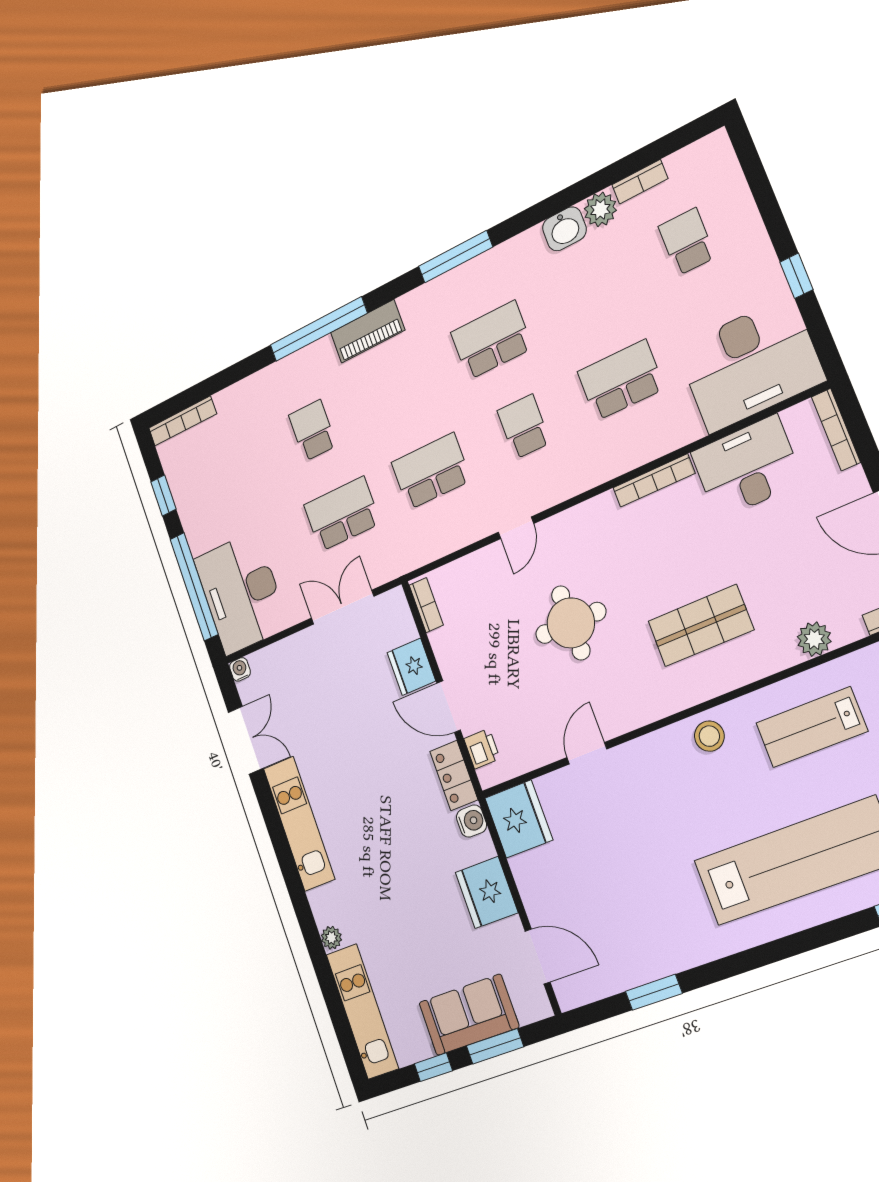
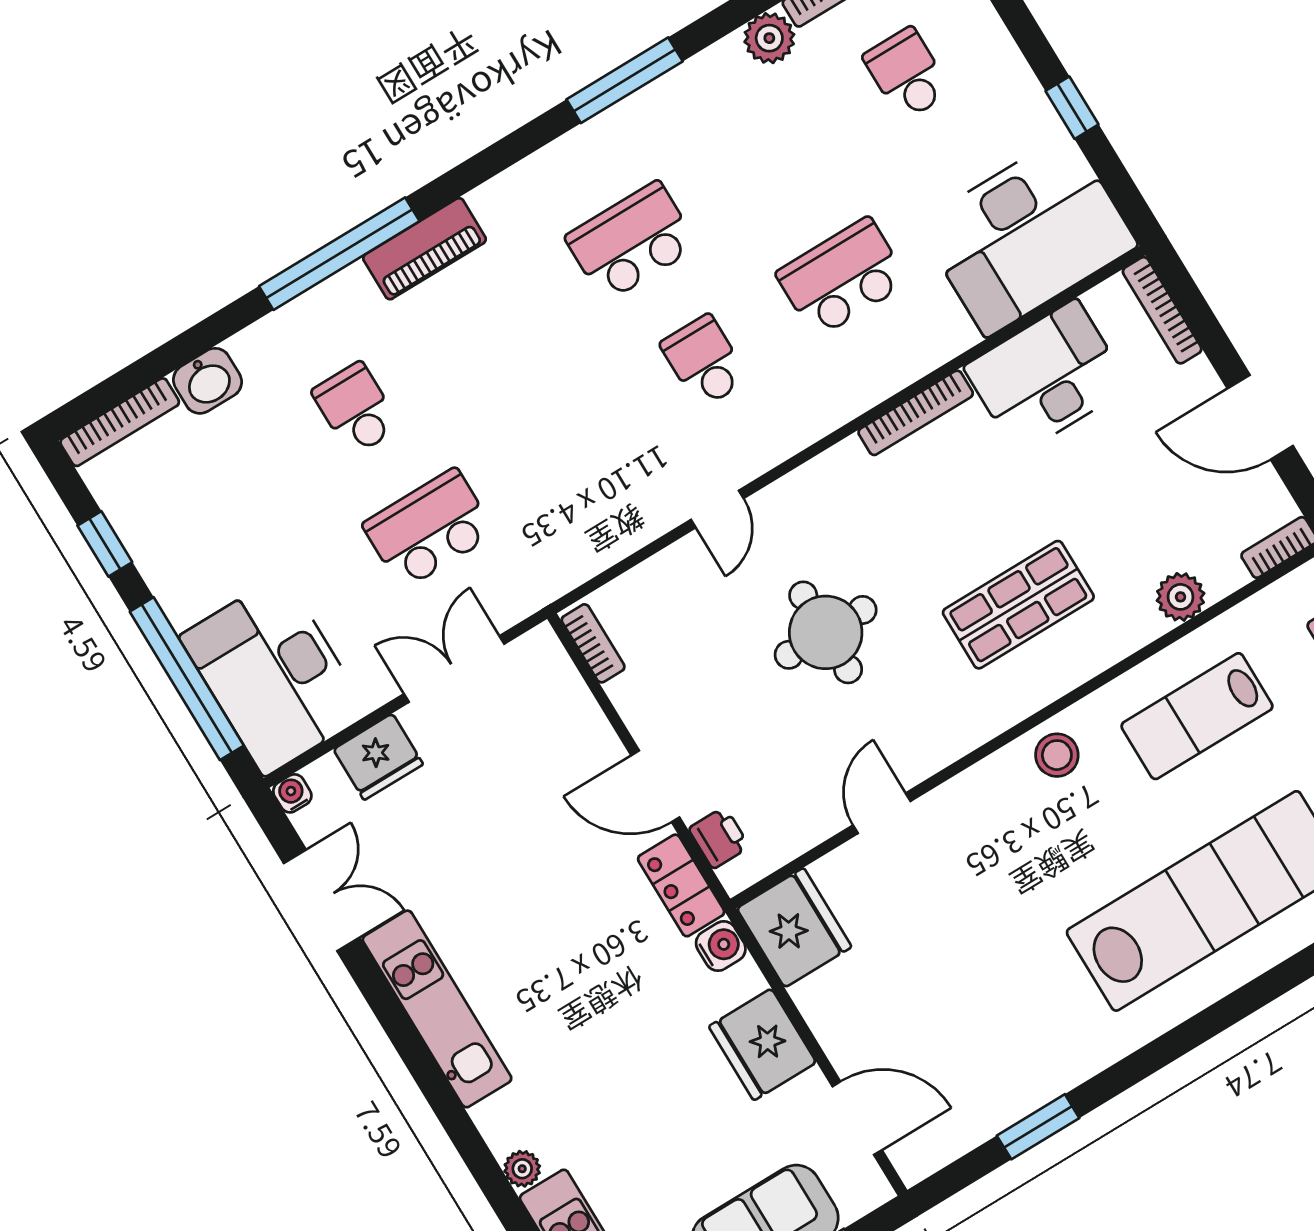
washbasin: (564, 229) -> (207, 381), moved
window: (455, 257) -> (625, 80), moved
school desk: (431, 471) -> (567, 445), removed
fridge: (411, 667) -> (378, 757), moved, turned -90

